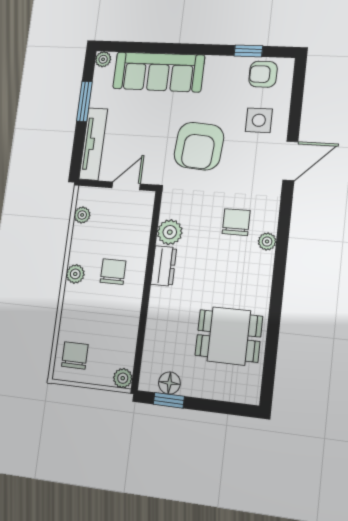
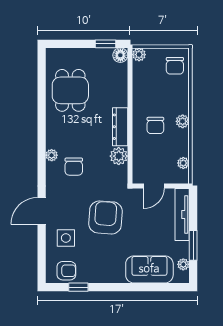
plant: (103, 59) -> (183, 264), moved
sofa: (159, 72) -> (149, 269), width x0.73
dresser: (164, 266) -> (120, 127), width x1.44
dining table: (229, 336) -> (70, 90), turned 90
floor lamp: (169, 383) -> (120, 55), moved

